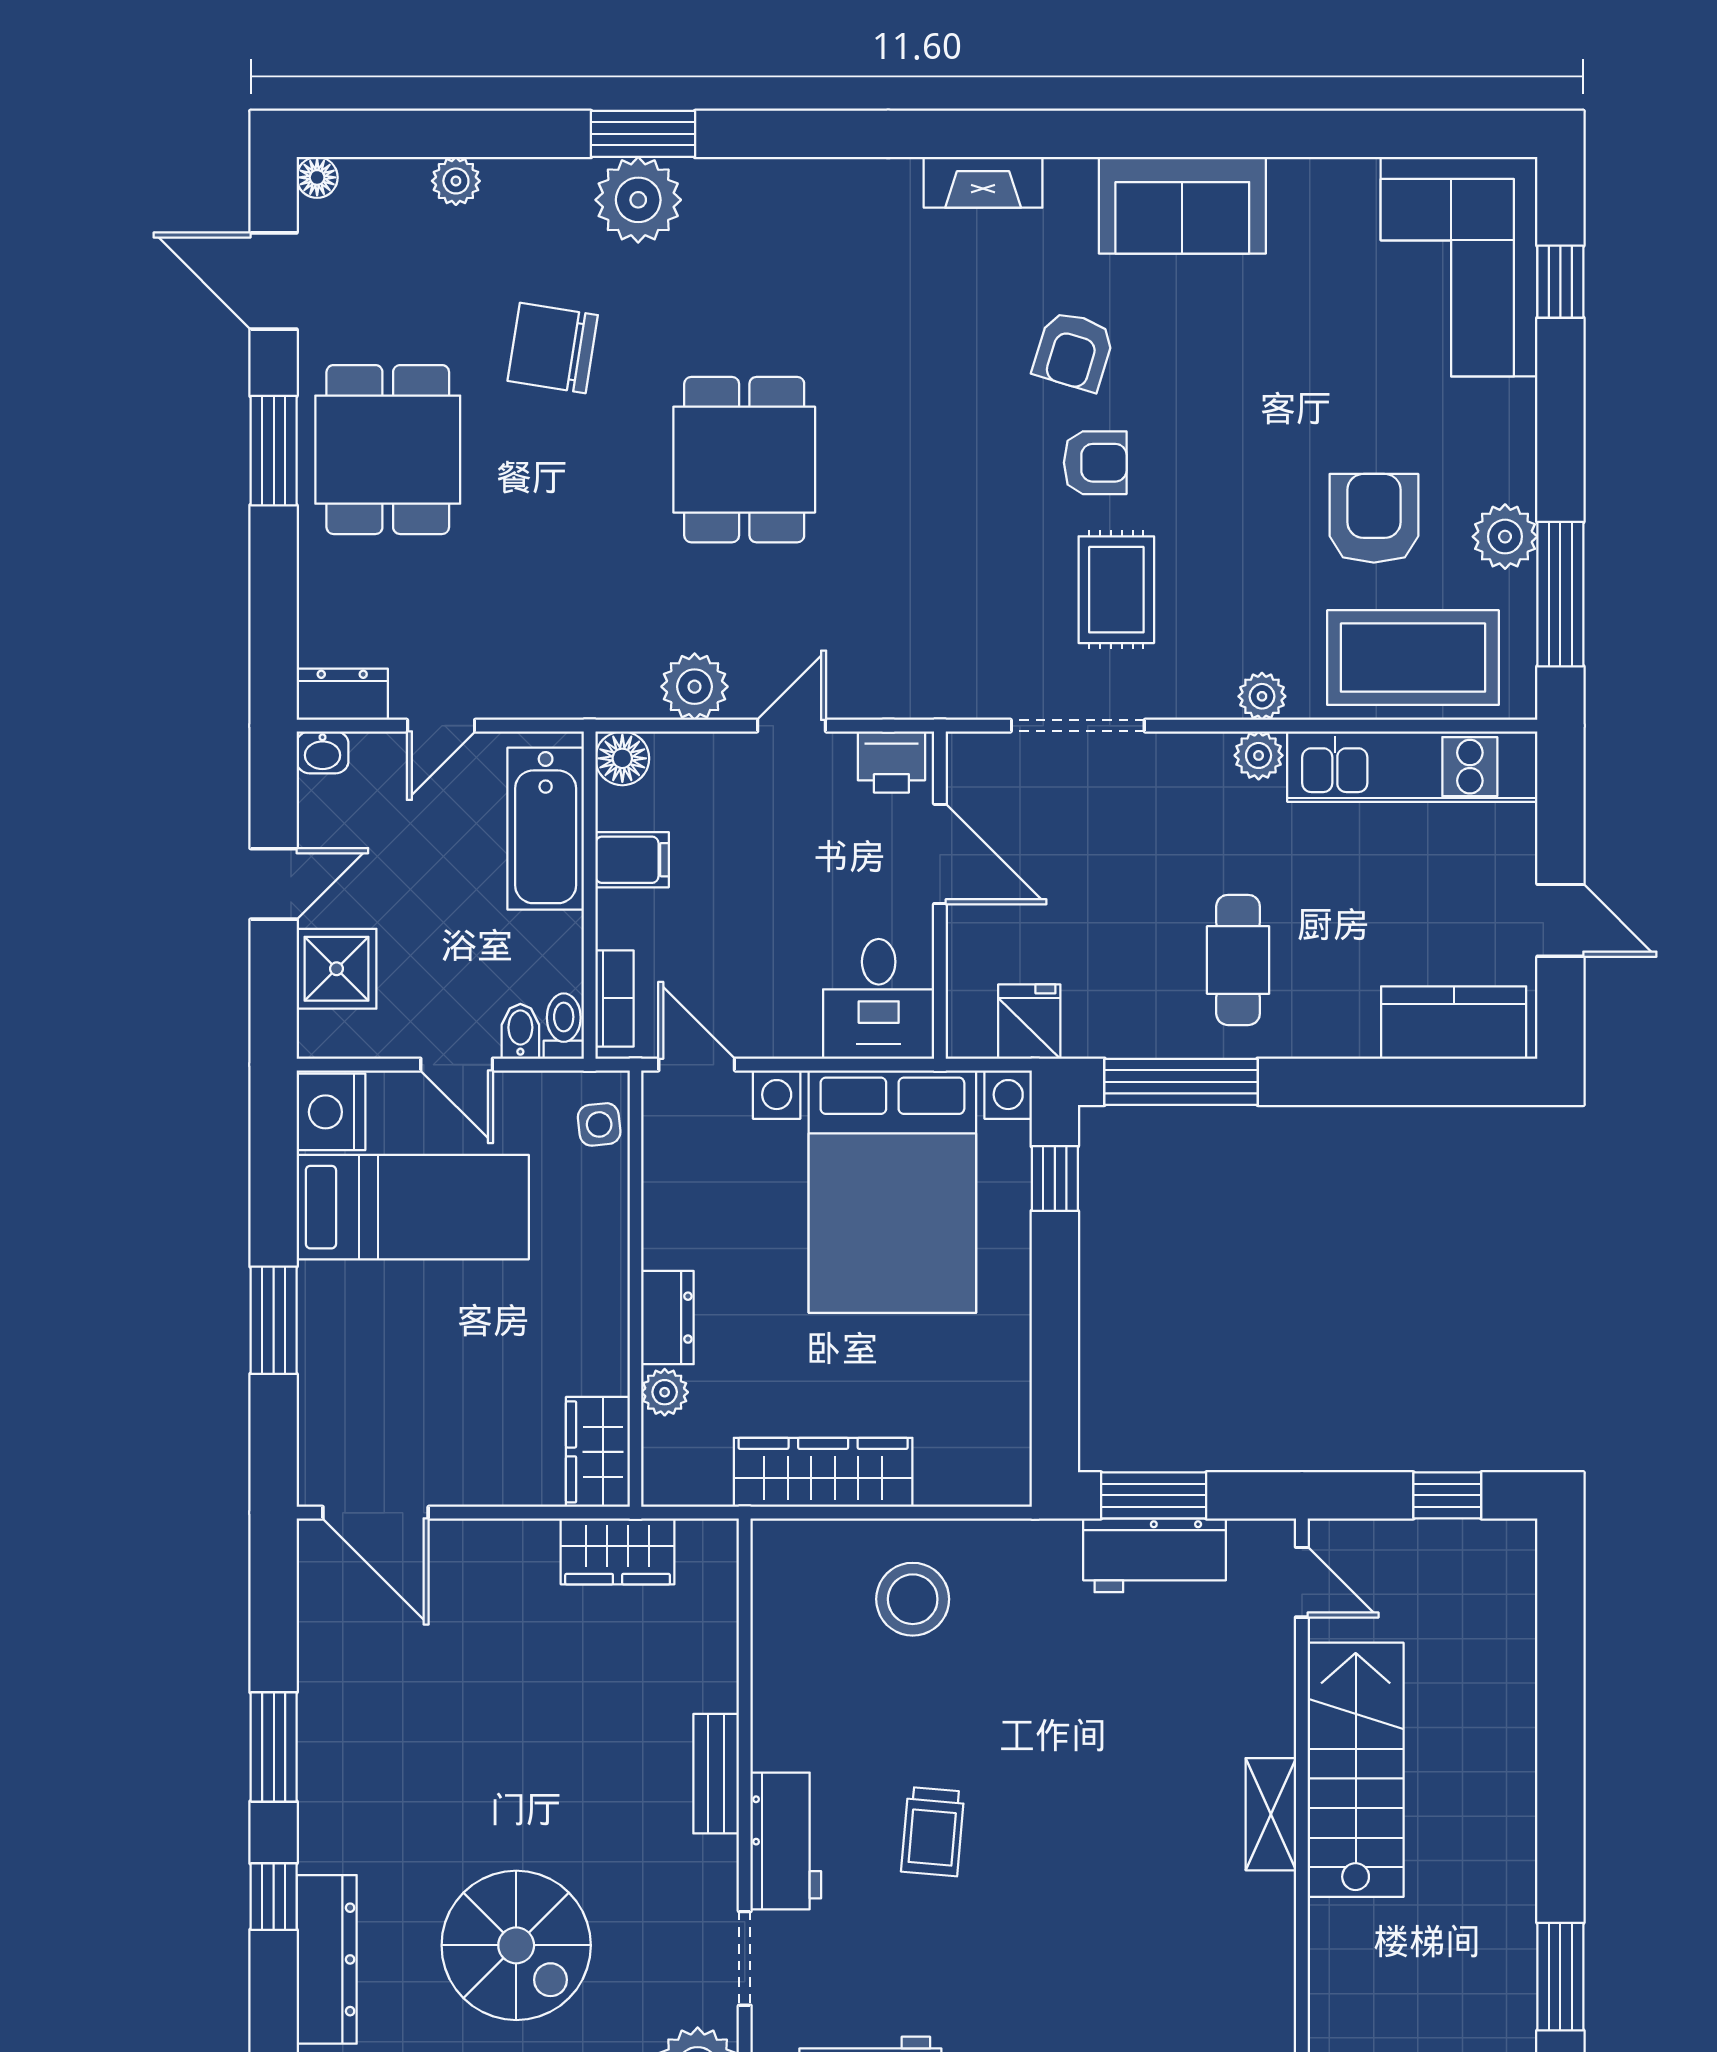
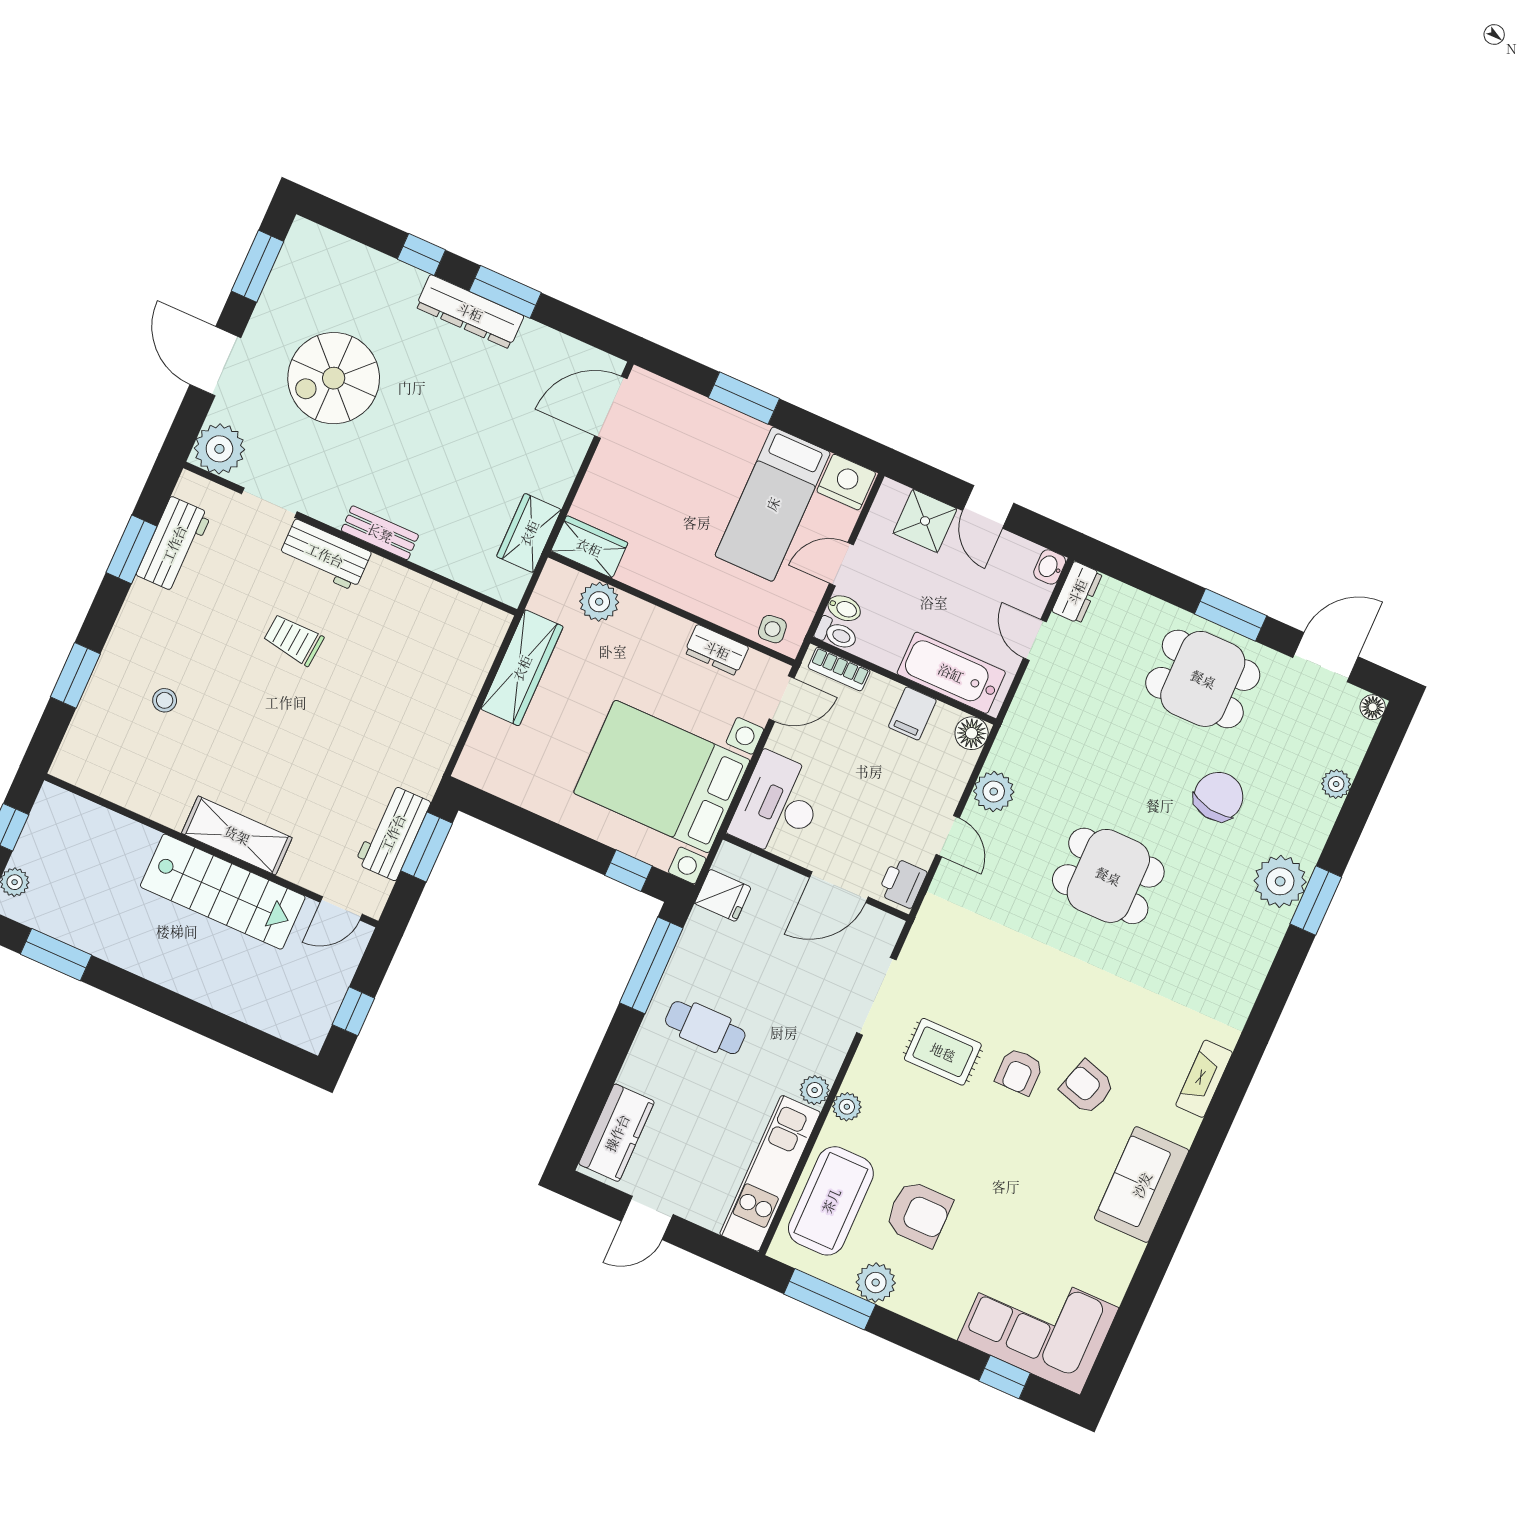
desk: (879, 999) -> (778, 805), width x1.37
dresser: (667, 1318) -> (717, 650), moved
plant: (665, 1392) -> (599, 602), width x1.38, depth x1.38
stool: (913, 1599) -> (165, 700), moved, width x0.53, depth x0.53
shelving: (1271, 1814) -> (237, 835), width x1.50, depth x1.33
dresser: (327, 1959) -> (470, 312), moved

